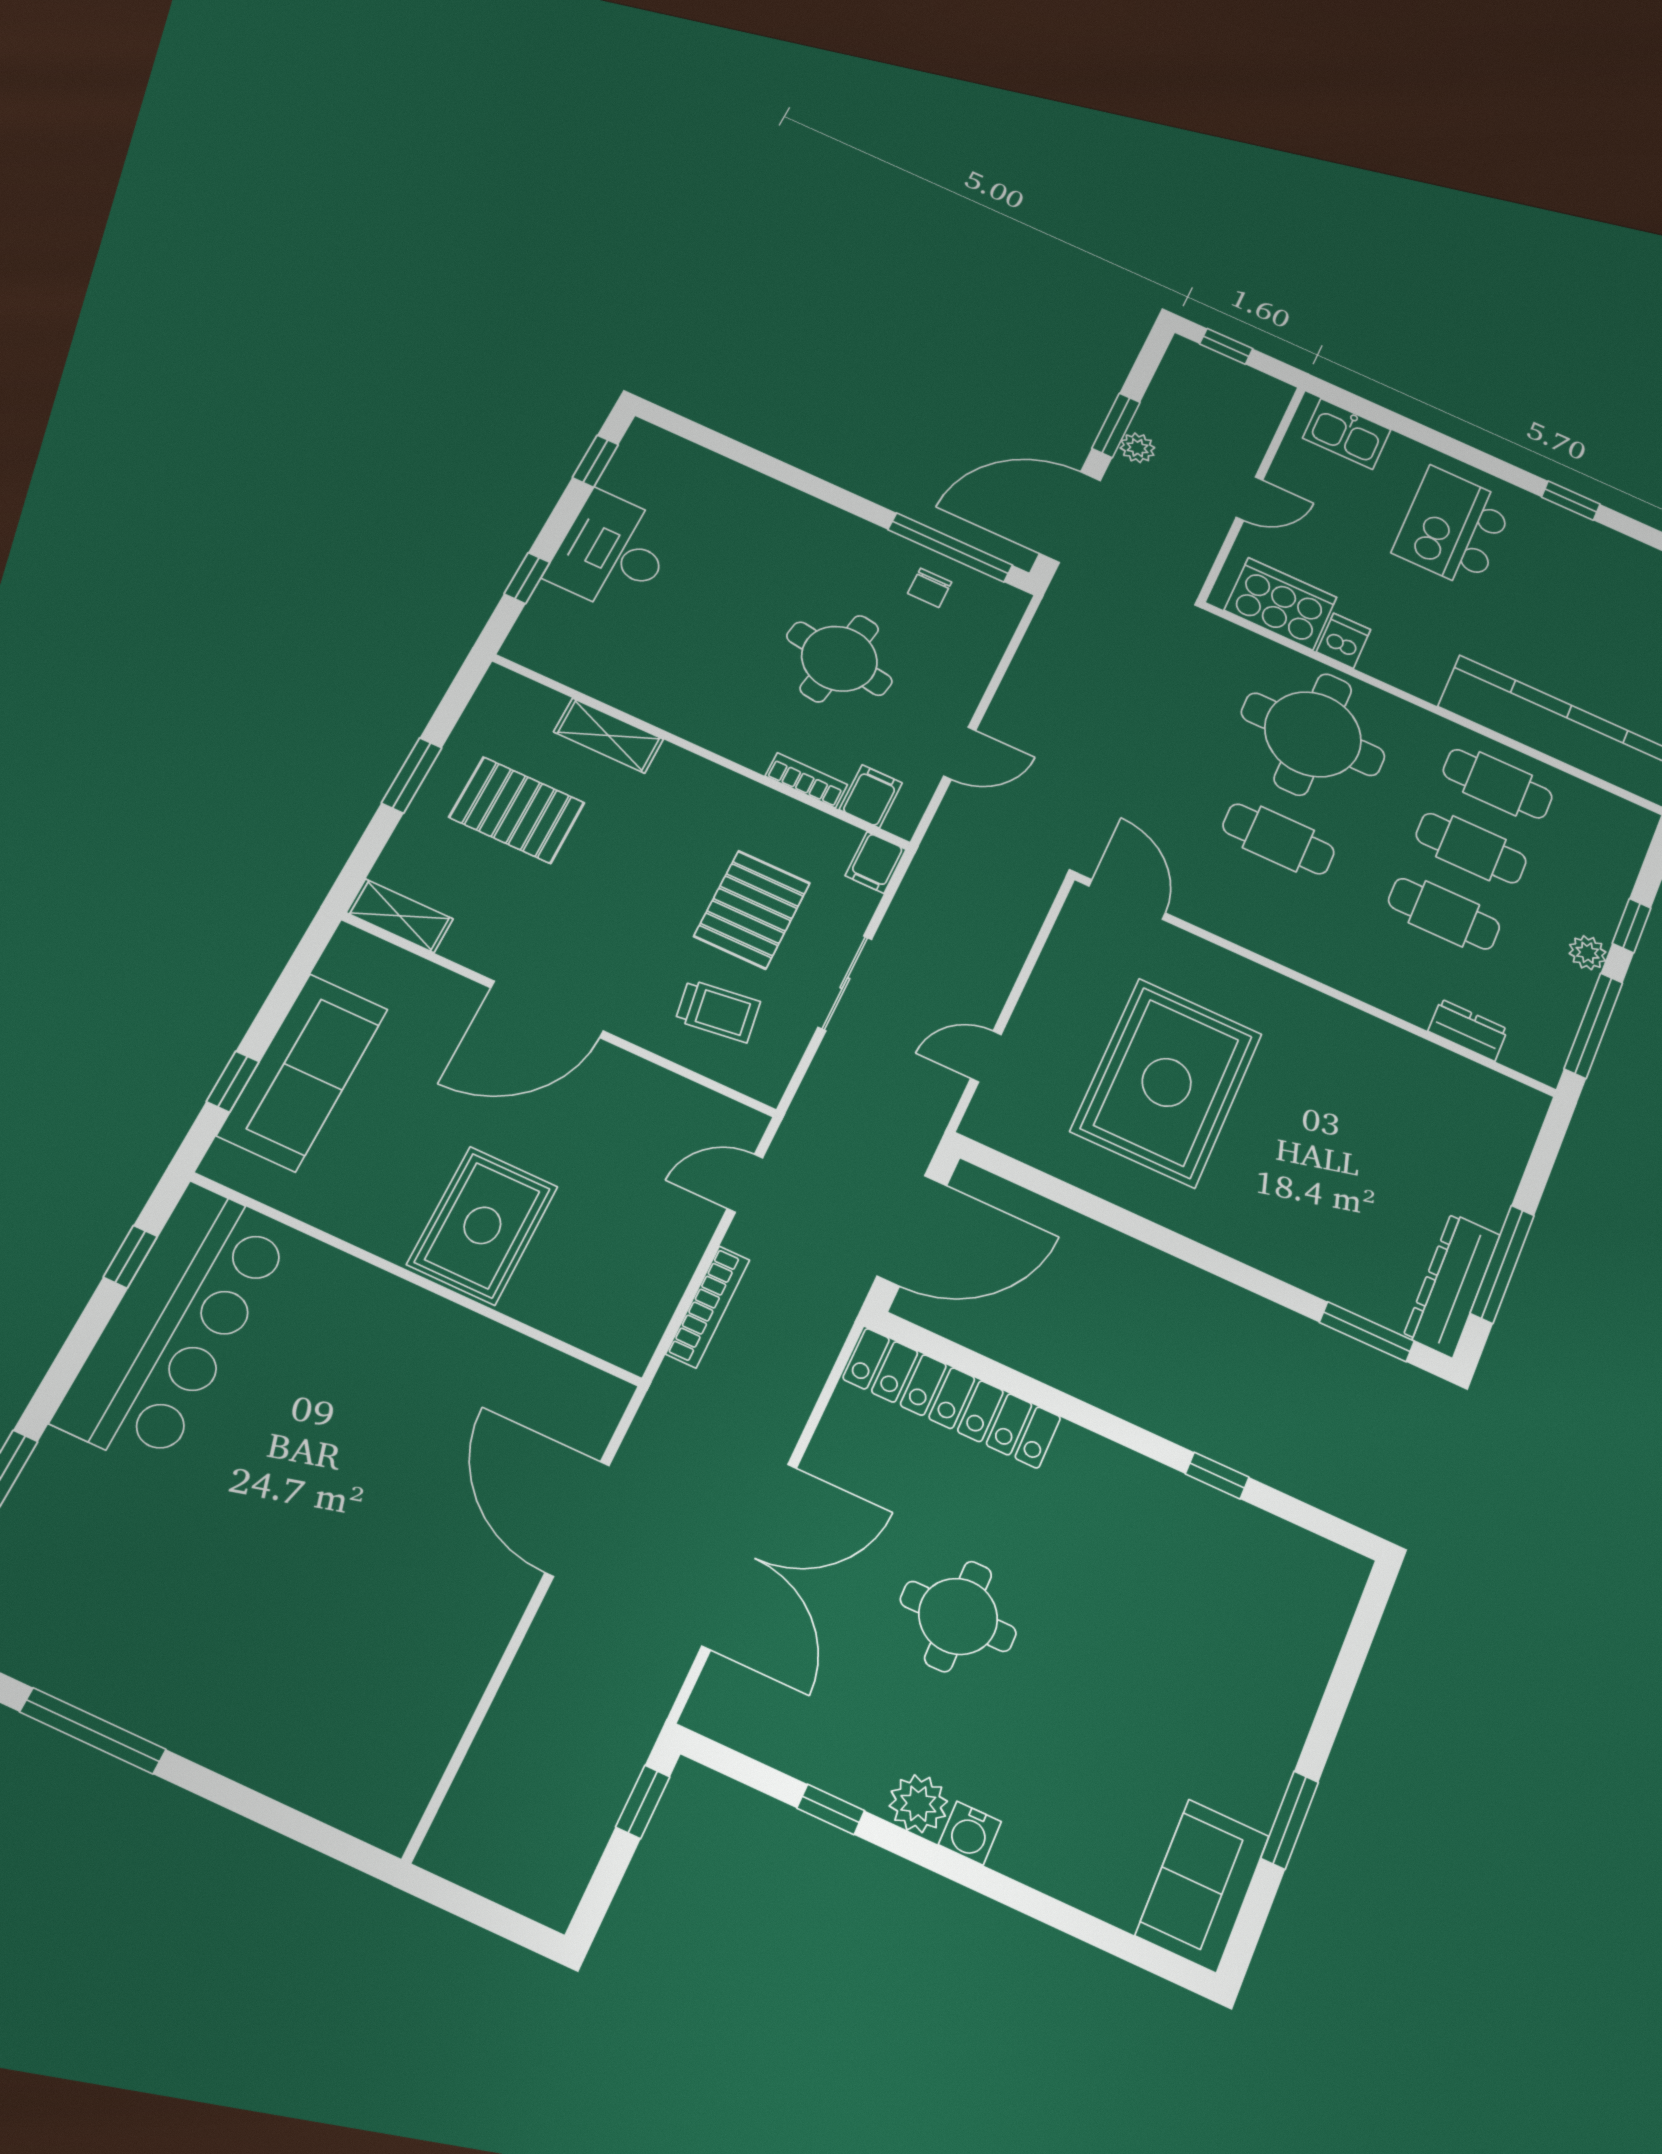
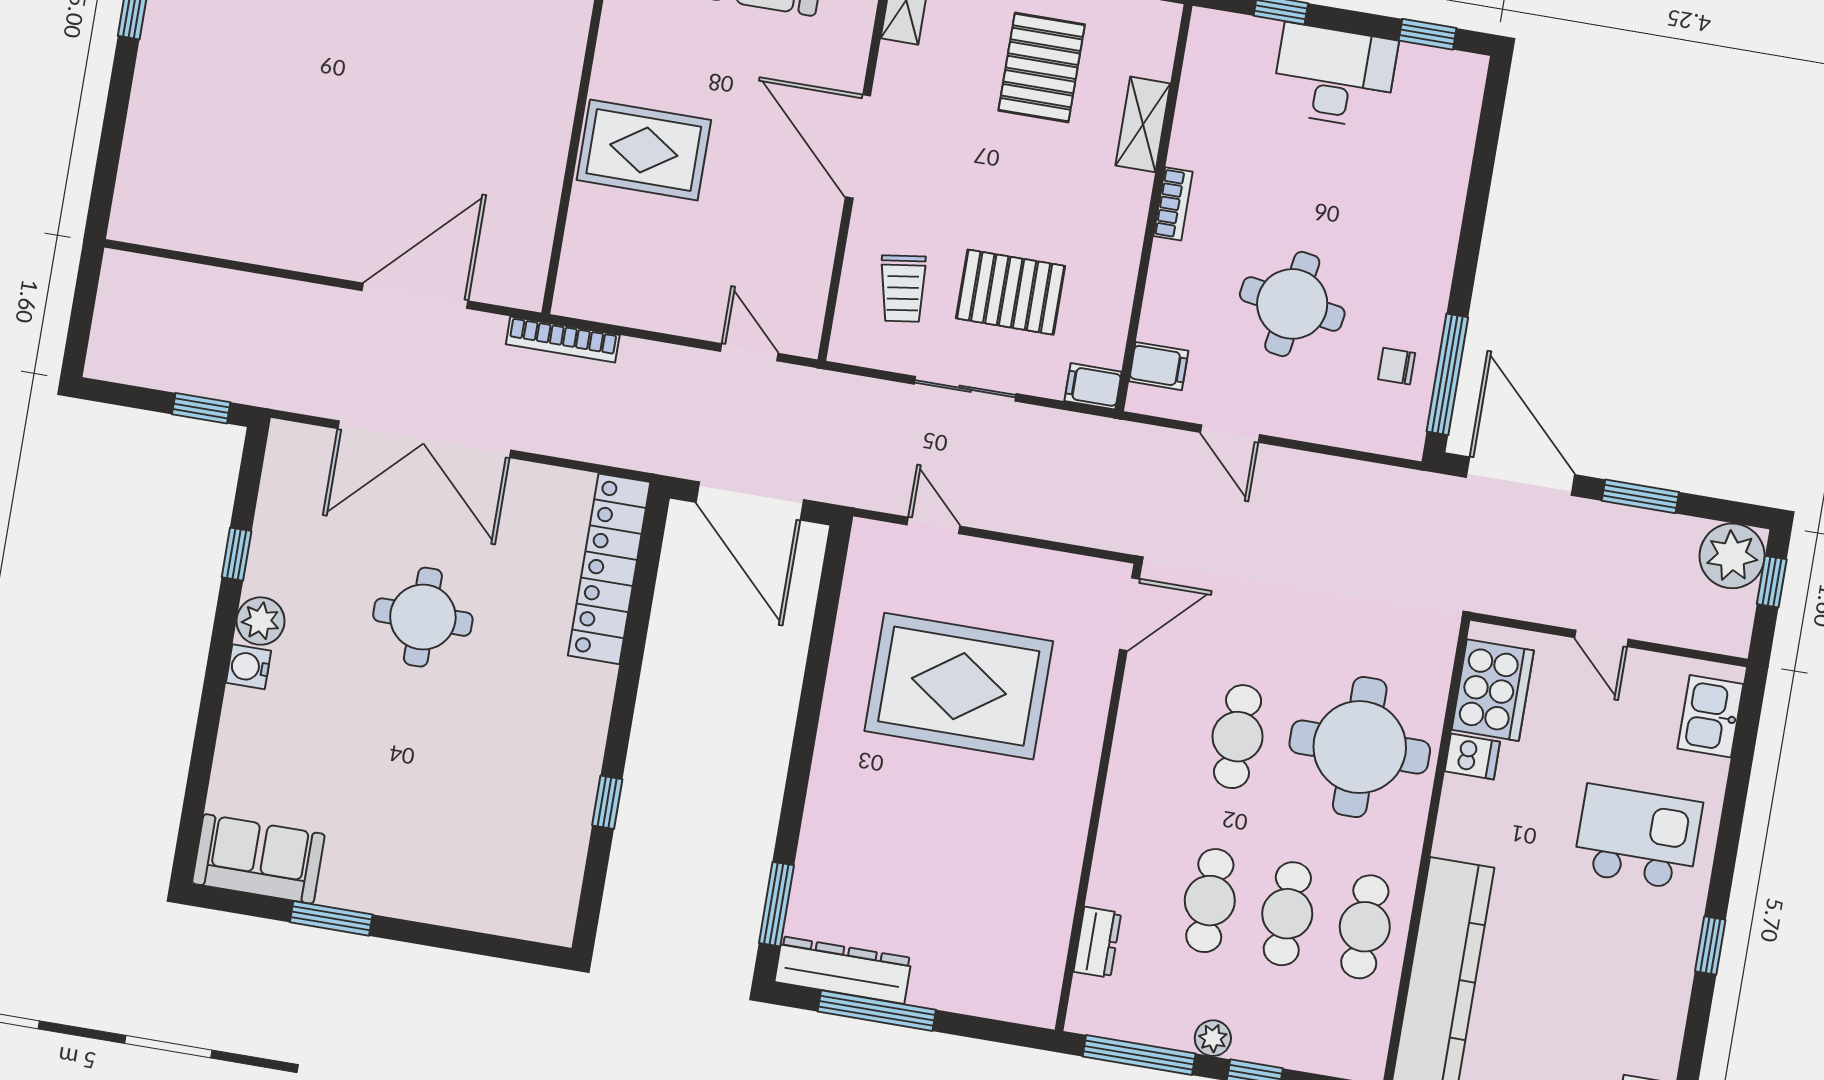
plant: (1137, 448) -> (1732, 556), moved, width x1.88, depth x1.88
bookcase: (806, 780) -> (1173, 204), moved
bookcase: (708, 1307) -> (563, 340), moved

